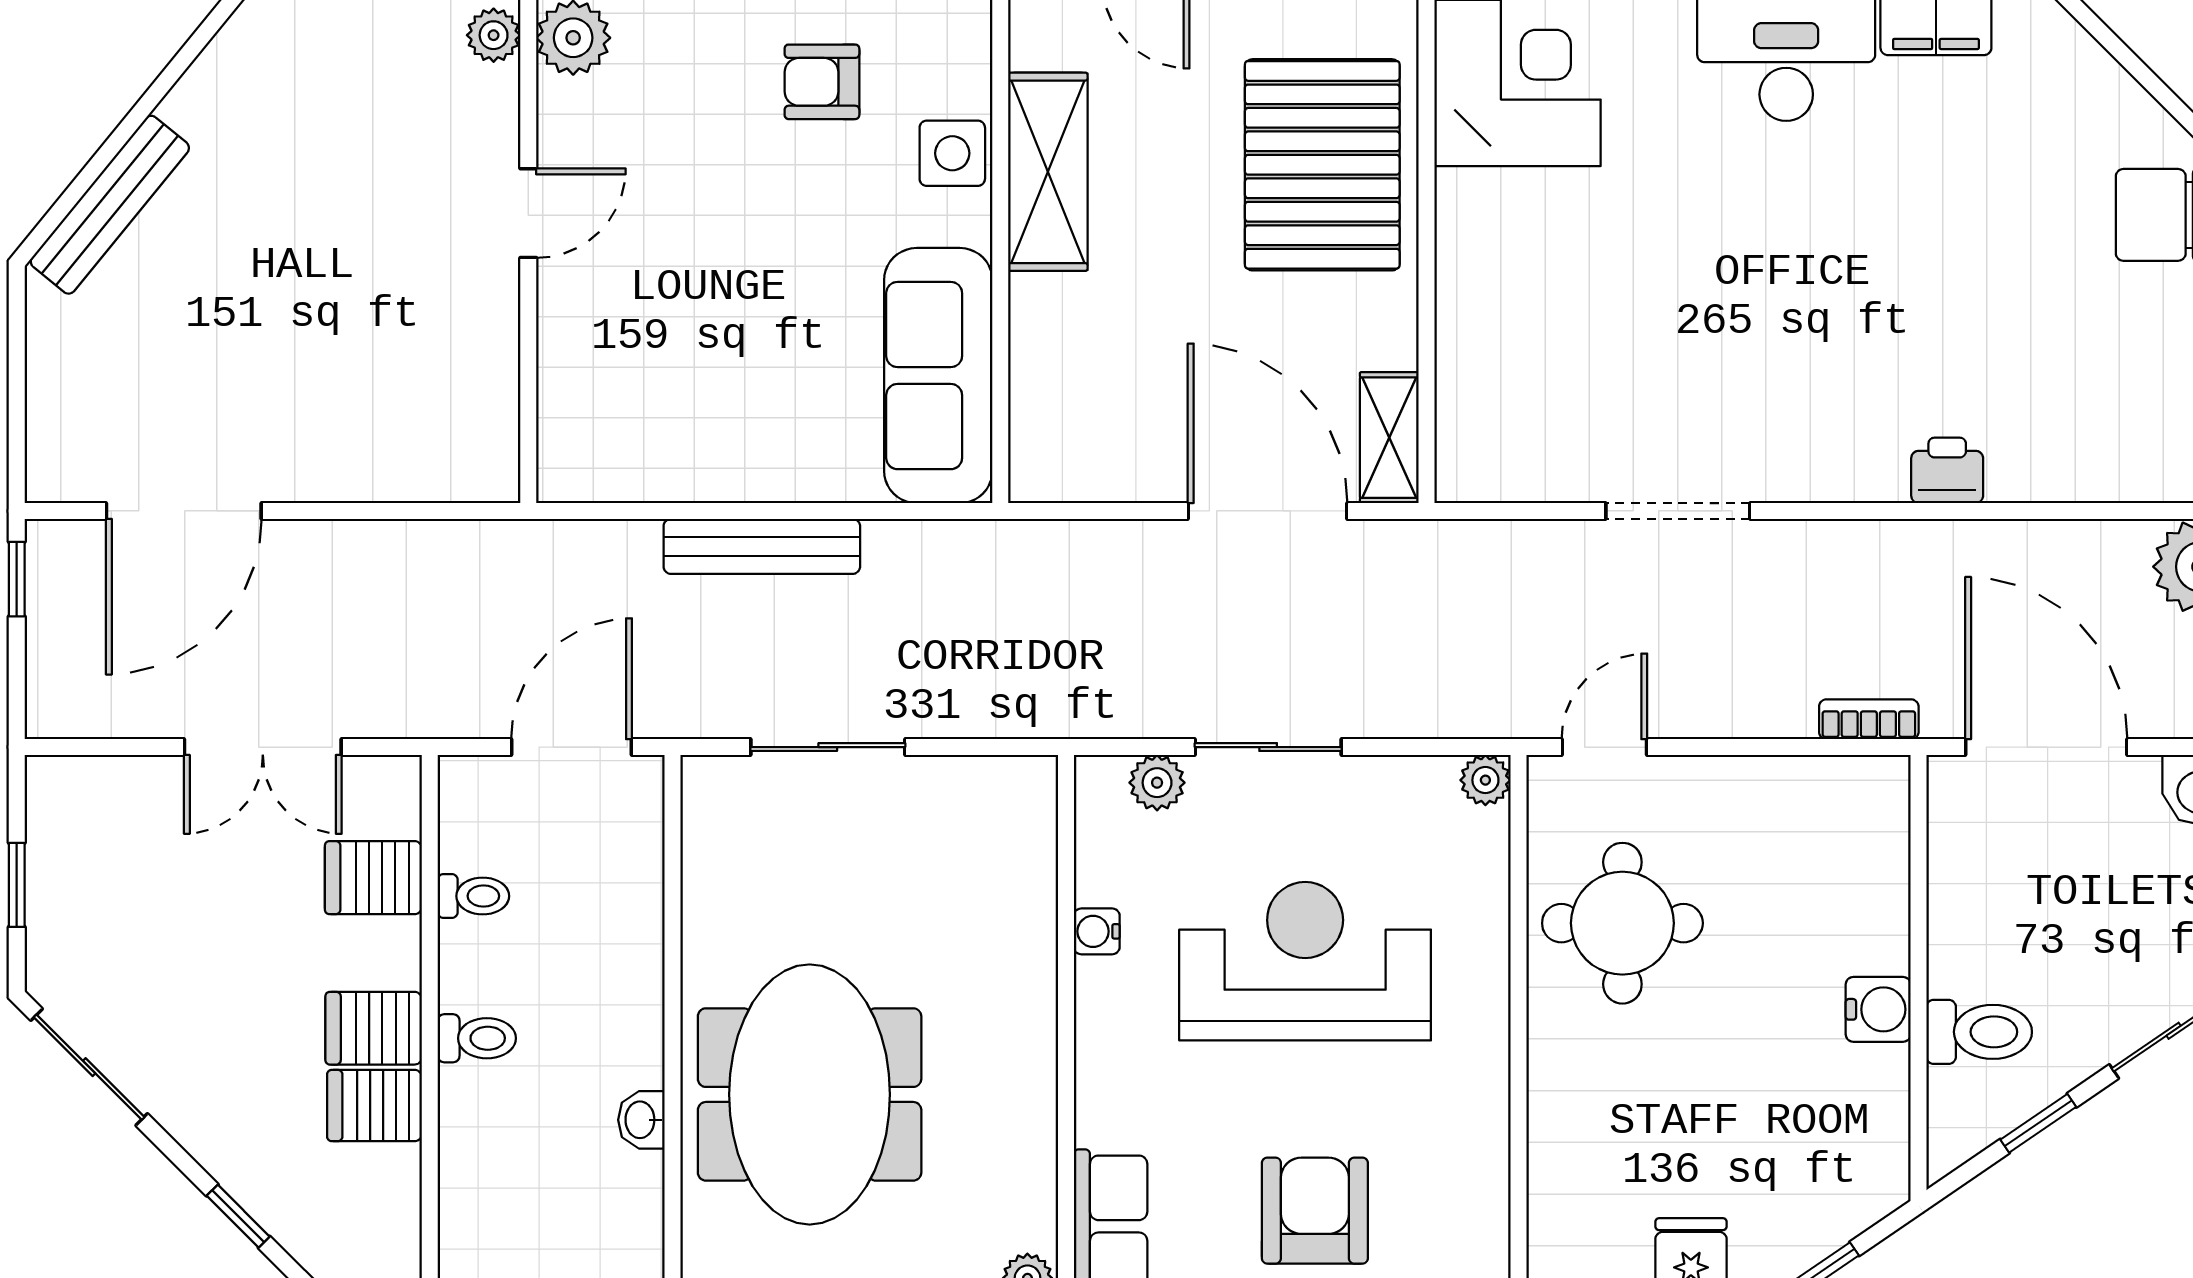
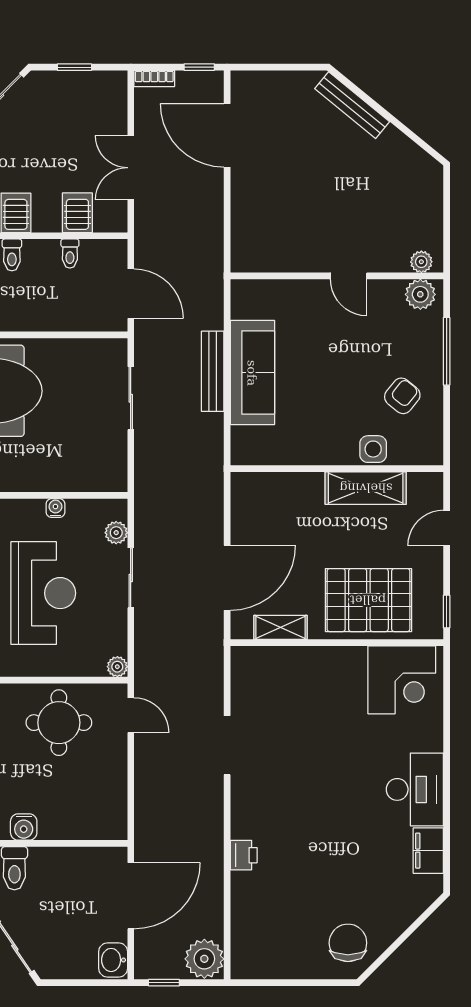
armchair: (822, 82) -> (402, 396), turned 39
sofa: (938, 376) -> (252, 373), moved, turned 90
shelving: (1389, 438) -> (281, 627), moved
bookcase: (1869, 719) -> (154, 78), moved, turned 90

